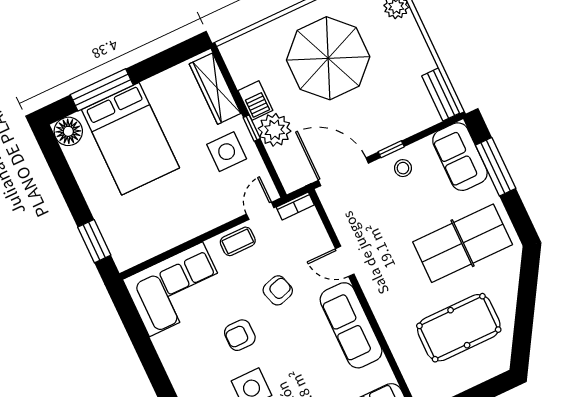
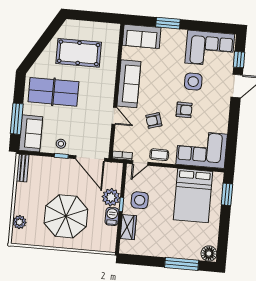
wardrobe: (215, 89) -> (128, 227), width x0.67
bed: (130, 139) -> (193, 196), moved, turned 180

